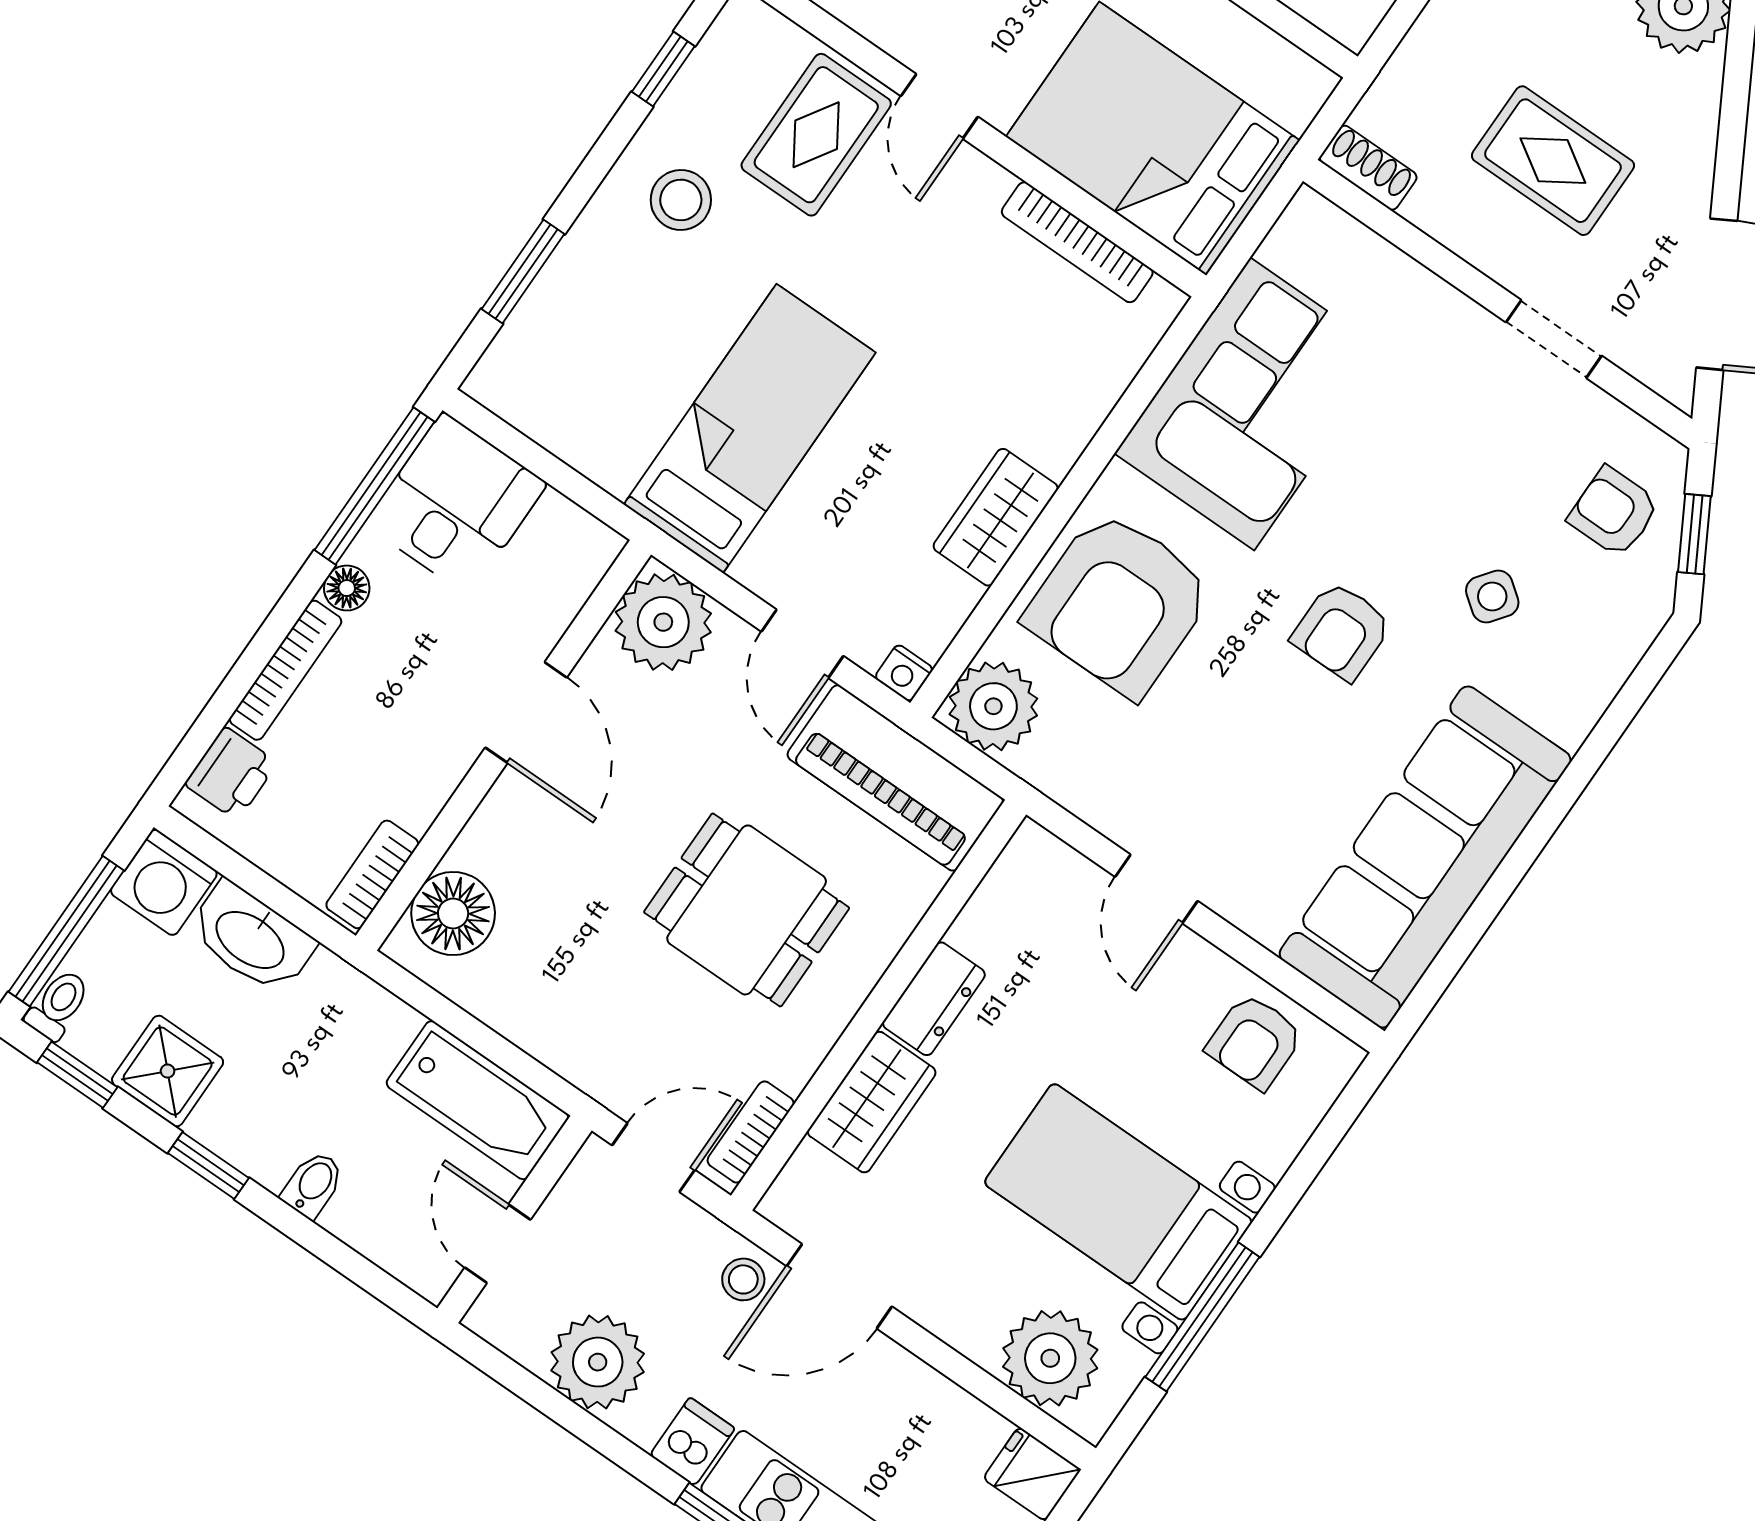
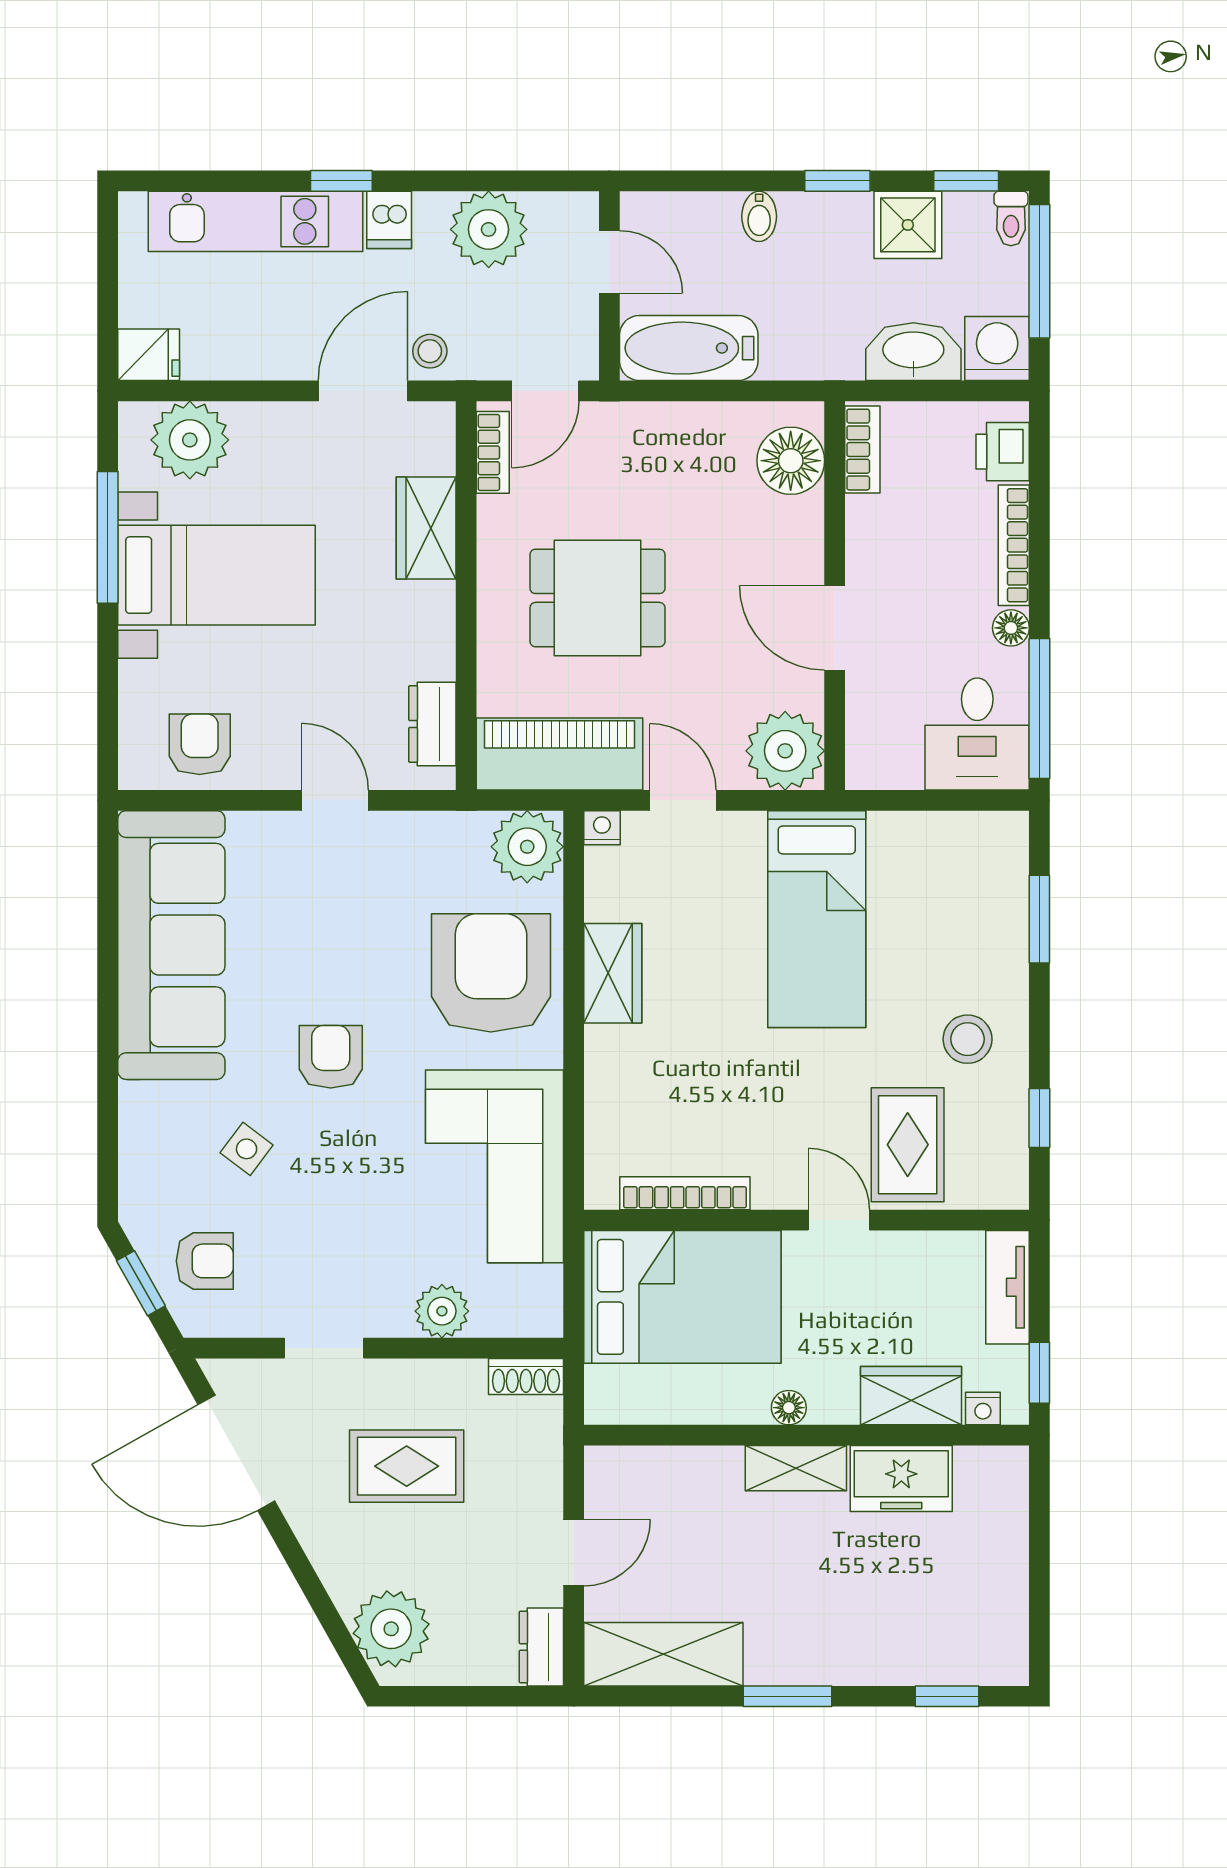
plant: (1408, 294) -> (442, 1311), added
dresser: (934, 999) -> (432, 724), moved

